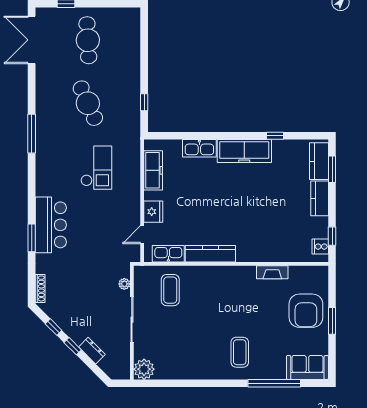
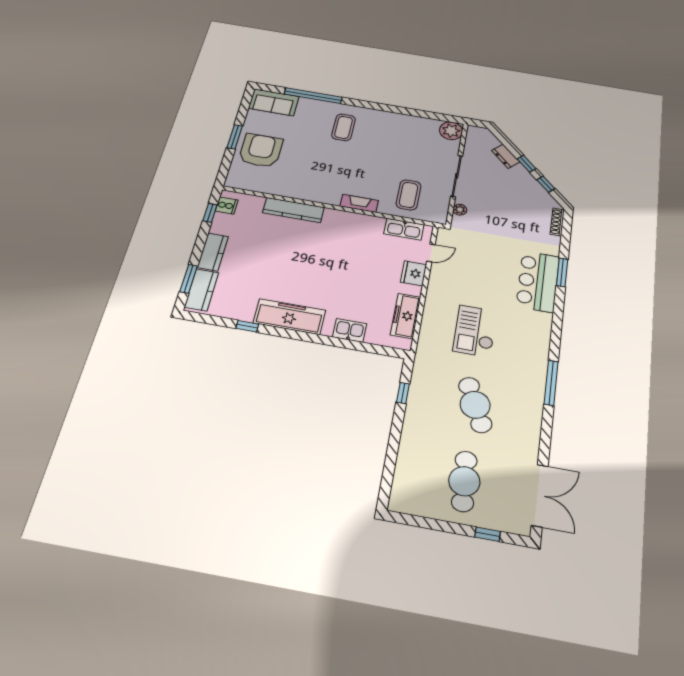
kitchen sink: (199, 148) -> (350, 330), width x0.73
kitchen counter: (210, 254) -> (293, 210), moved
fireplace: (272, 272) -> (359, 203), moved

